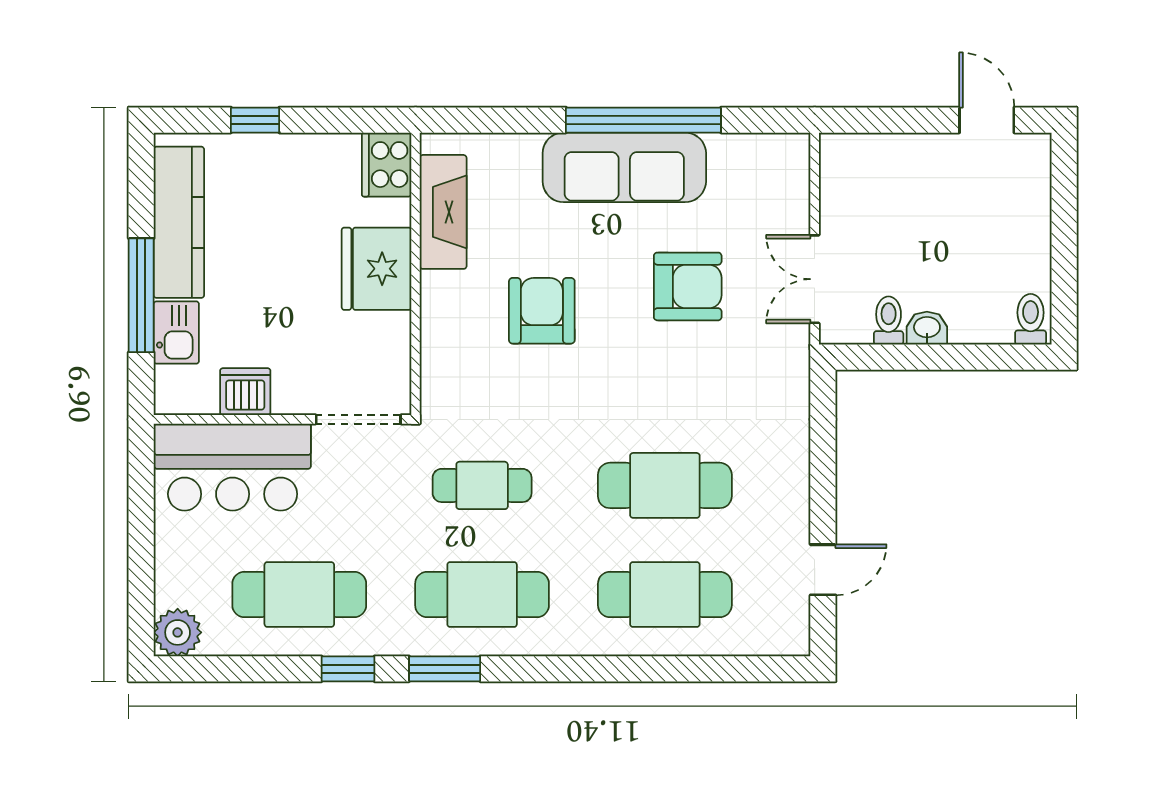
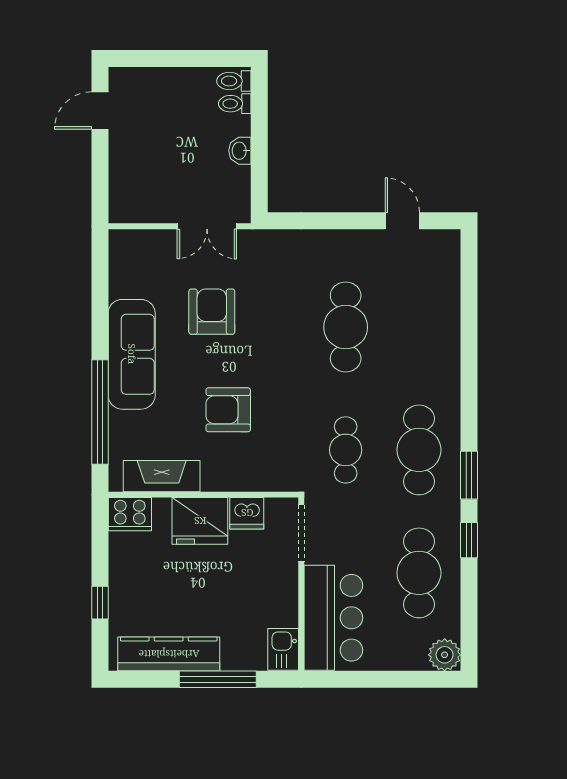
window: (643, 120) -> (100, 412), moved
toilet: (889, 321) -> (235, 104), moved
kitchen sink: (176, 333) -> (283, 649), moved, turned -90
dishwasher: (245, 392) -> (247, 513), moved, turned -90
cafe table: (665, 594) -> (419, 327), removed

